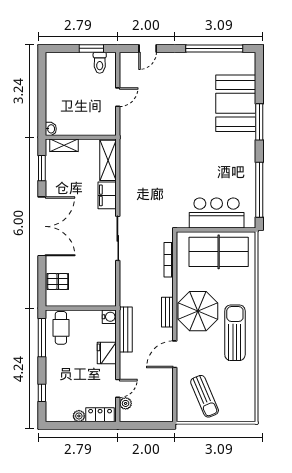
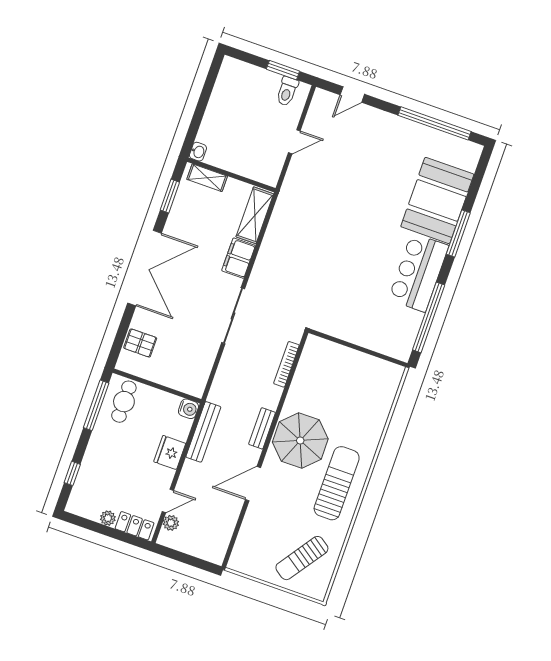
bar counter: (217, 213) -> (418, 273), moved, turned -90
table tennis table: (219, 252) -> (352, 376), removed
sun lounger: (205, 396) -> (302, 558), moved, turned 58

